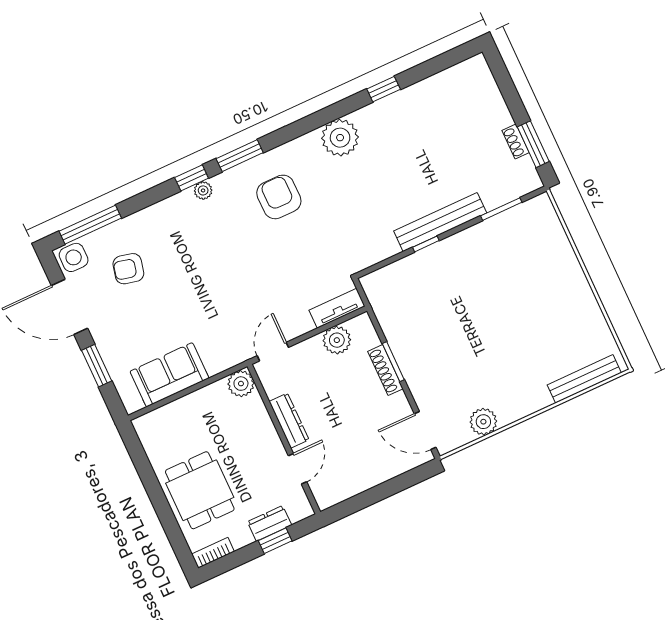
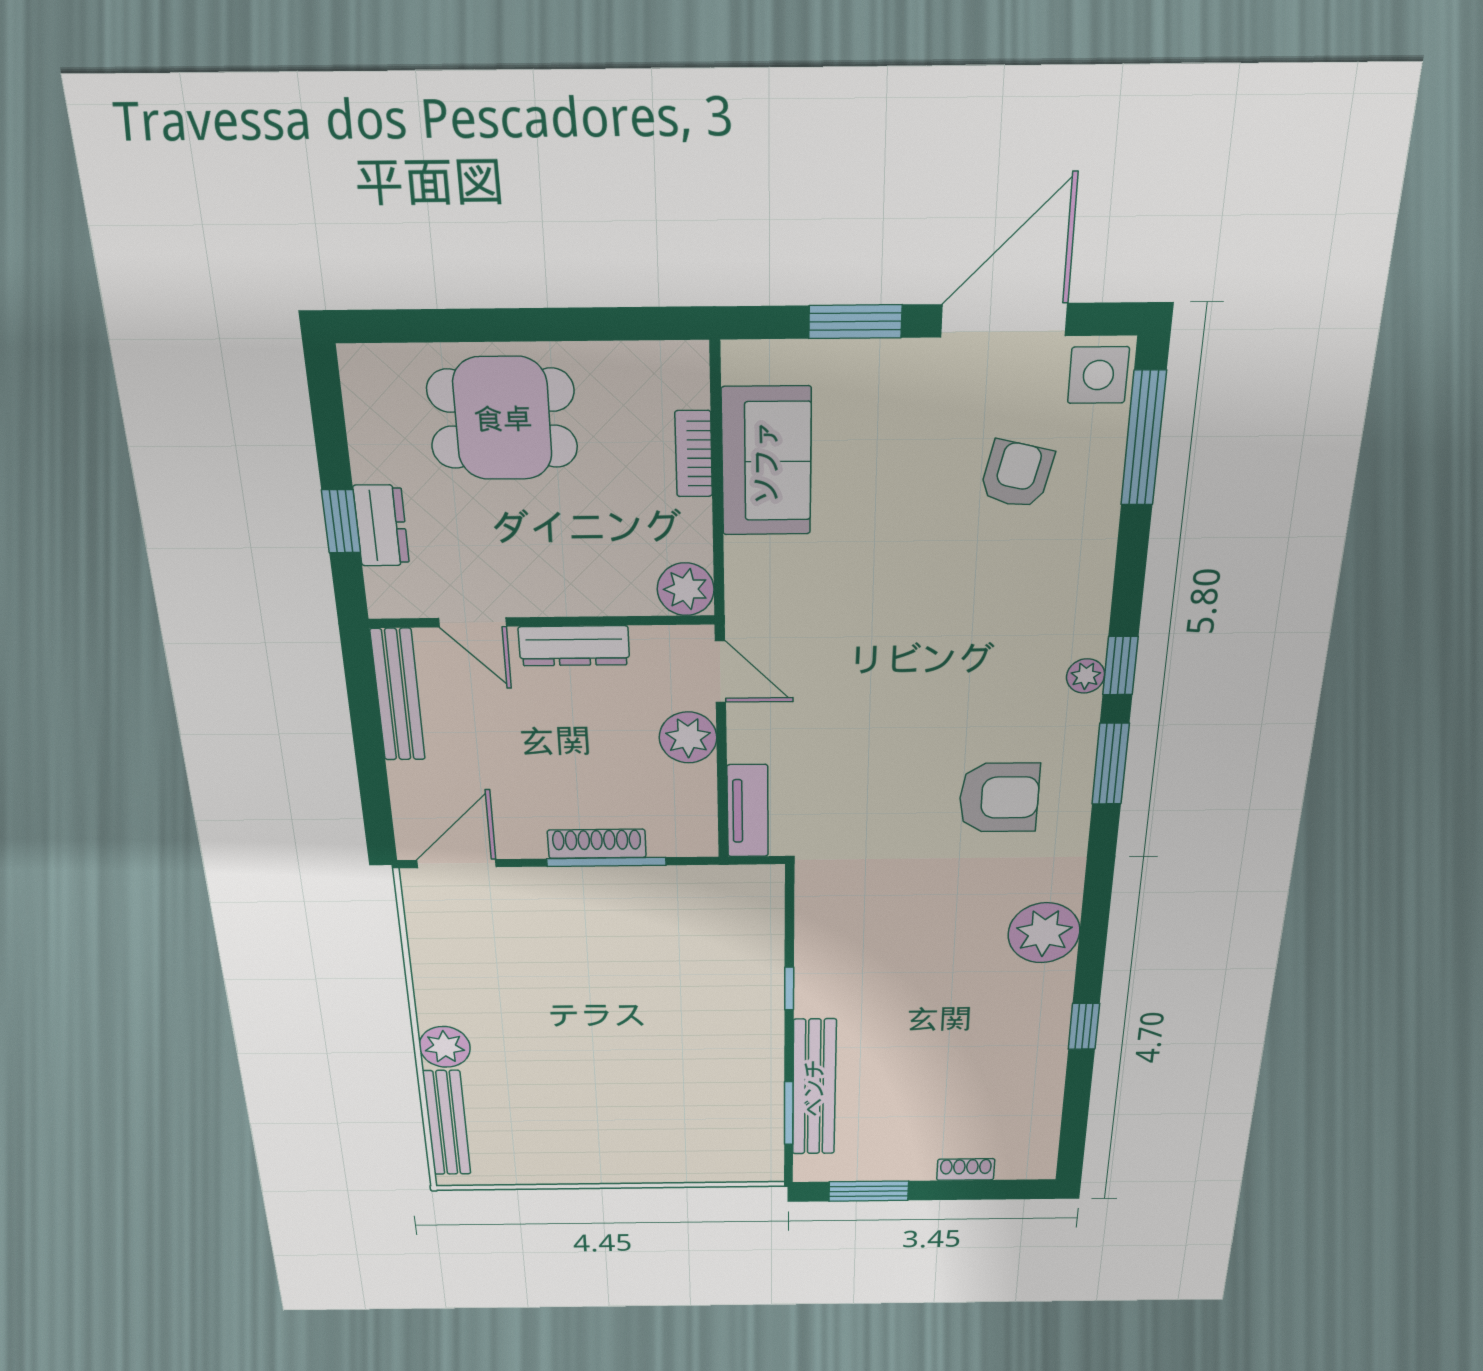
shoe rack: (516, 142) -> (966, 1170), moved
bench: (440, 222) -> (814, 1088), moved
plant: (337, 340) -> (688, 737), moved
window: (393, 362) -> (606, 862), width x1.44
plant: (483, 422) -> (445, 1047), moved
bench: (348, 489) -> (398, 695), added
bookcase: (213, 553) -> (694, 454), moved, turned 180

